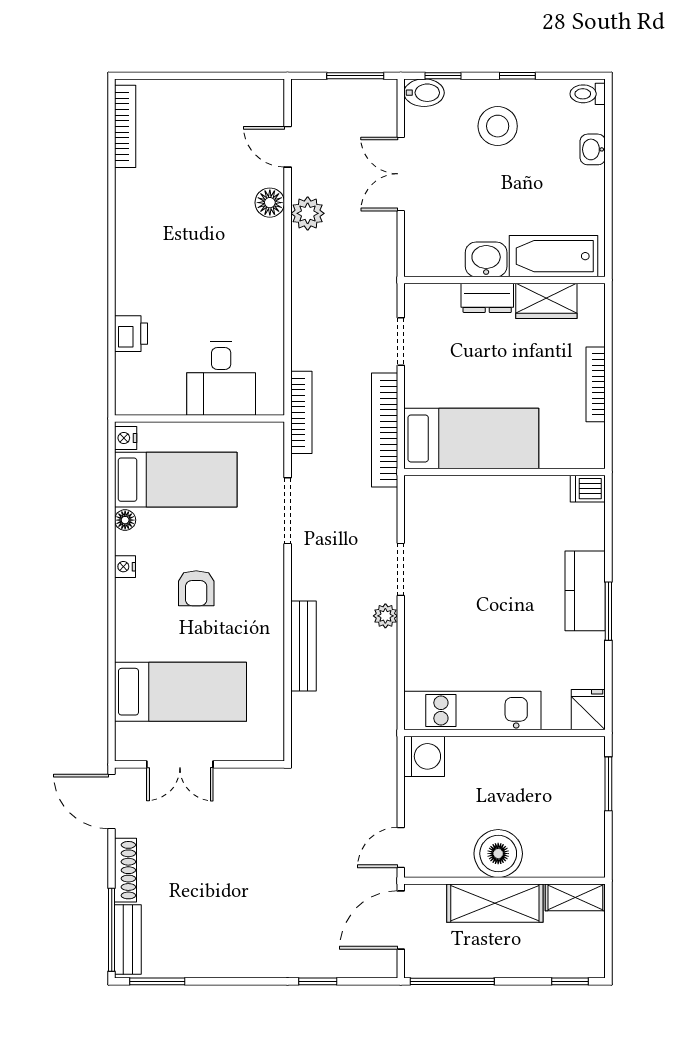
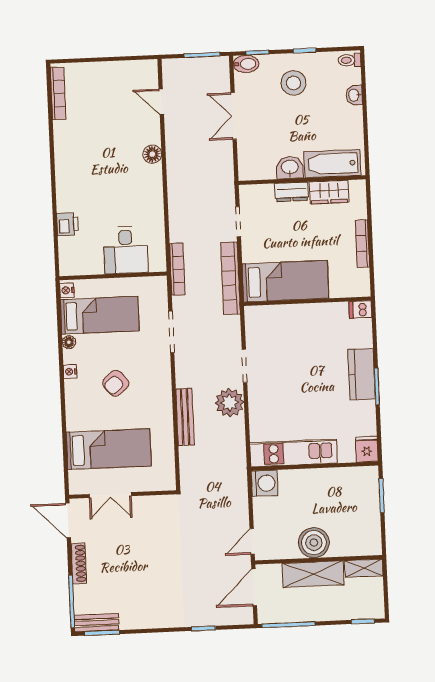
floor lamp: (270, 203) -> (152, 154), moved
plant: (308, 213) -> (176, 143), removed
armchair: (196, 588) -> (116, 383), turned 50
plant: (385, 616) -> (230, 403), width x1.88, depth x1.88
bench: (128, 940) -> (97, 623), moved, turned 90

